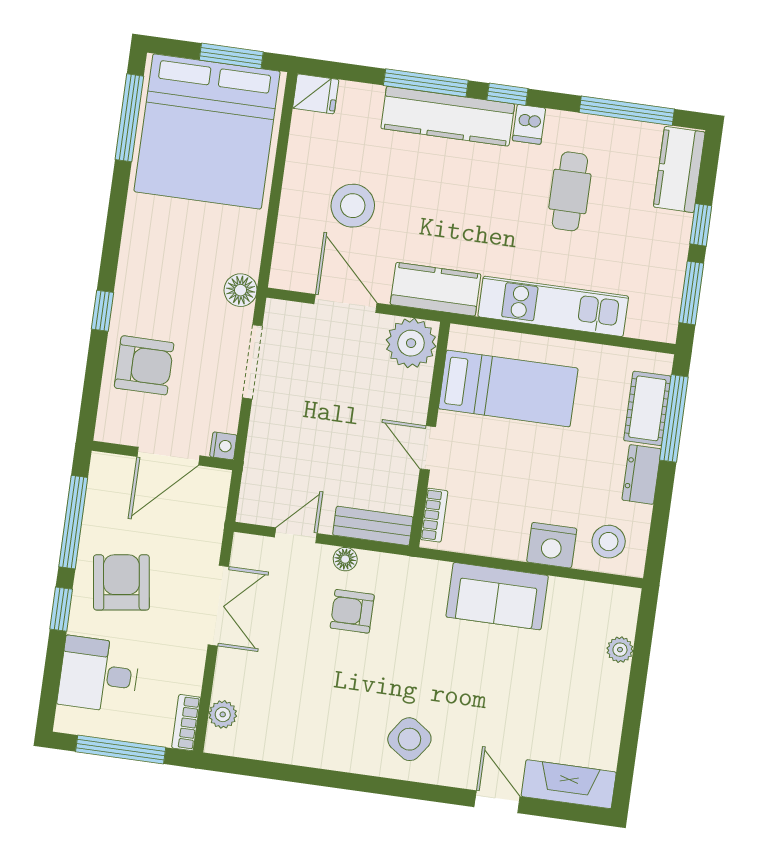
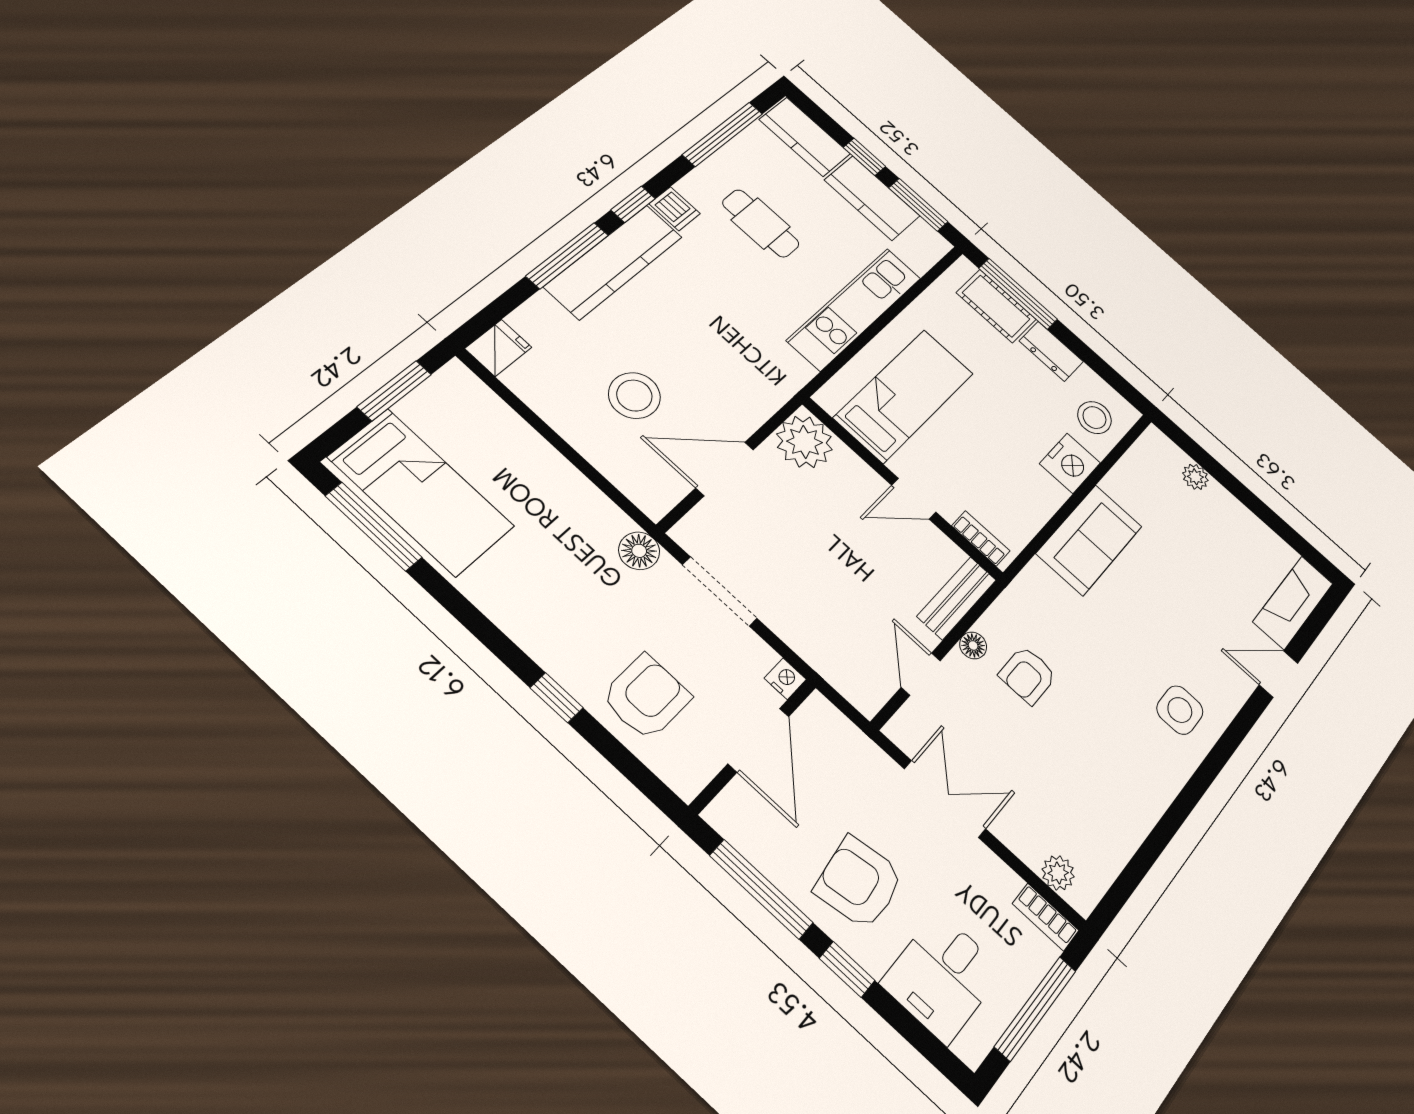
bed: (207, 131) -> (421, 492), width x0.49
kitchen counter: (436, 289) -> (872, 198), moved, turned -90
side table: (409, 739) -> (1180, 710), turned -35

